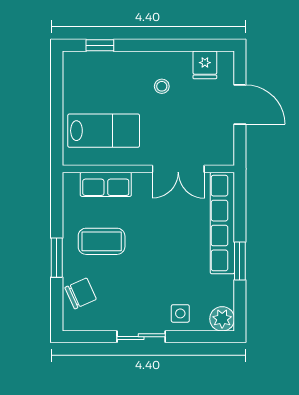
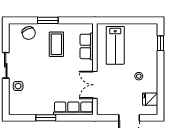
row of seats: (222, 223) -> (73, 108), width x0.73
plant: (222, 319) -> (15, 108), removed

